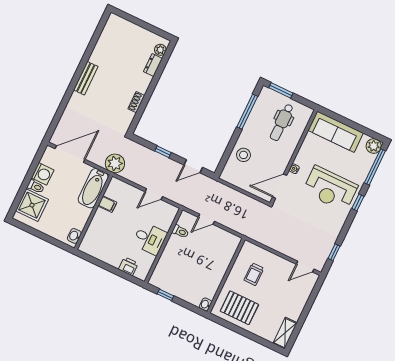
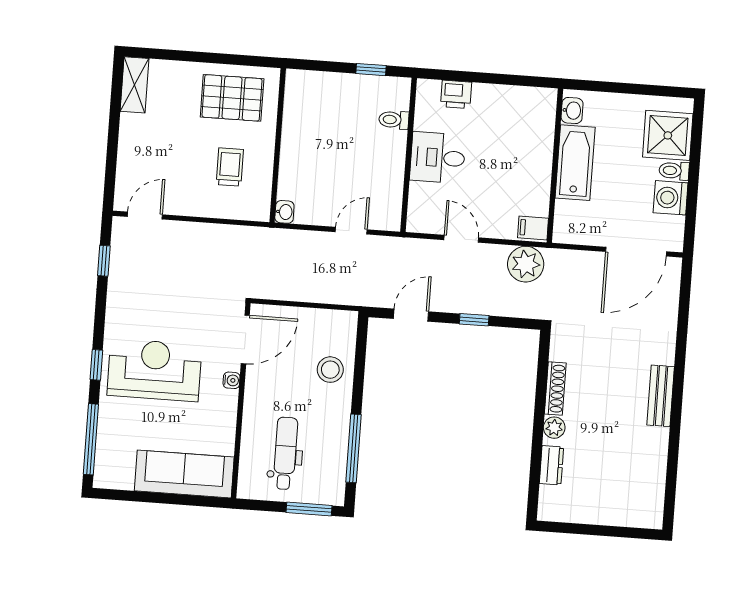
plant: (160, 50) -> (554, 428), moved
shoe rack: (136, 102) -> (555, 389), width x1.43
plant: (374, 146) -> (107, 475), removed
plant: (115, 163) -> (526, 264), moved
bathtub: (93, 188) -> (575, 163), moved
door: (154, 194) -> (461, 239), hinge flipped
filing cabinet: (107, 204) -> (533, 228), moved
toilet: (180, 231) -> (394, 120), moved
washbasin: (205, 304) -> (284, 212), moved

